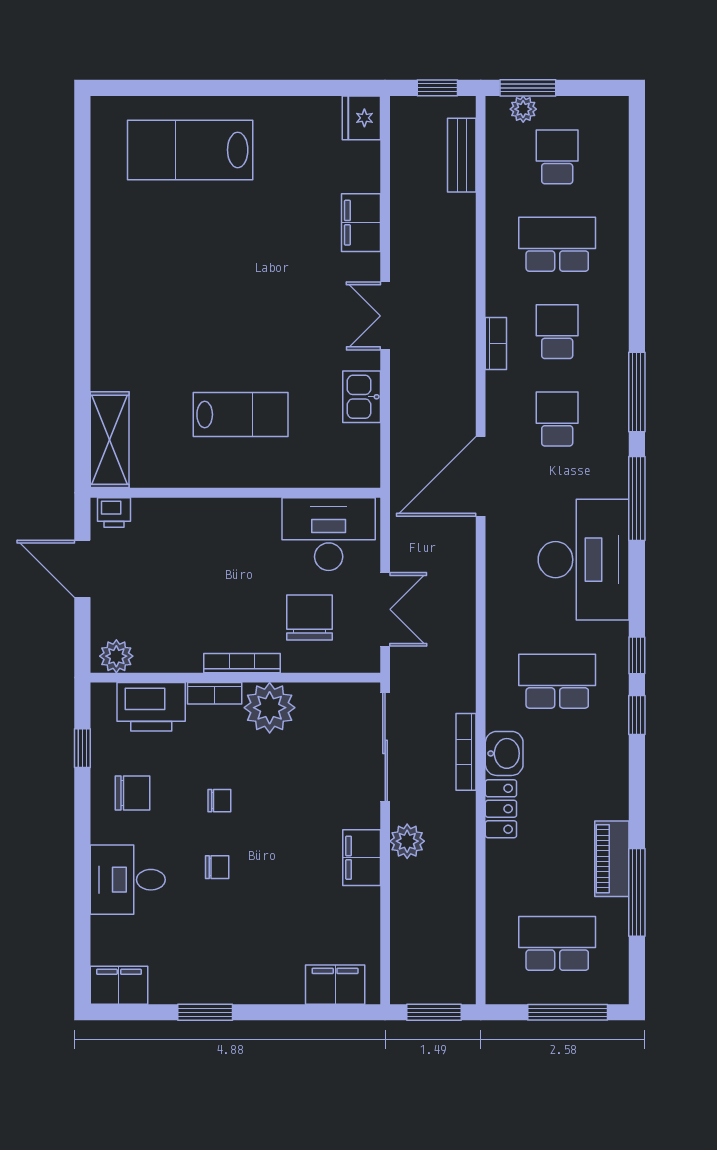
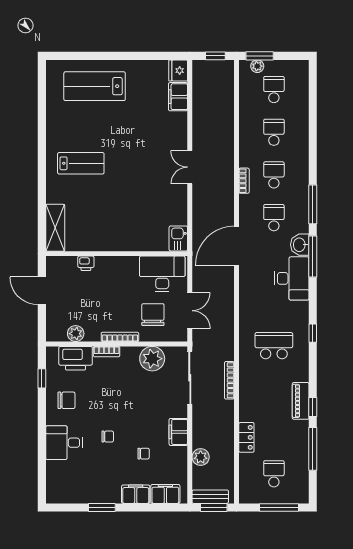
bench: (462, 155) -> (210, 497), moved, turned 90
filing cabinet: (361, 223) -> (178, 97), moved
school desk: (557, 244) -> (274, 132), width x0.54
kitchen sink: (362, 397) -> (178, 238), moved
lab bench: (241, 415) -> (81, 163), moved
printer: (114, 512) -> (86, 263), moved
desk: (584, 560) -> (292, 278), width x0.73, depth x0.77
plant: (116, 656) -> (76, 334), moved
plant: (270, 708) -> (152, 359), moved
window: (637, 715) -> (313, 407), moved
washbasin: (504, 753) -> (300, 245), moved, turned 180
chair: (219, 801) -> (144, 454), moved
locker: (501, 809) -> (246, 437), moved
plant: (407, 841) -> (201, 457), moved
piano: (612, 859) -> (301, 401), moved
school desk: (557, 943) -> (274, 474), width x0.54
filing cabinet: (119, 985) -> (136, 494), moved

